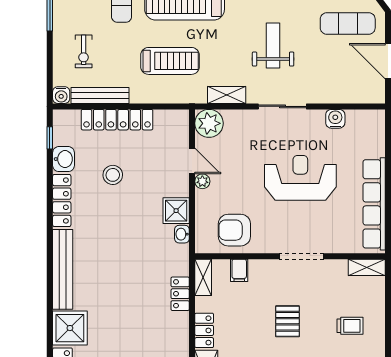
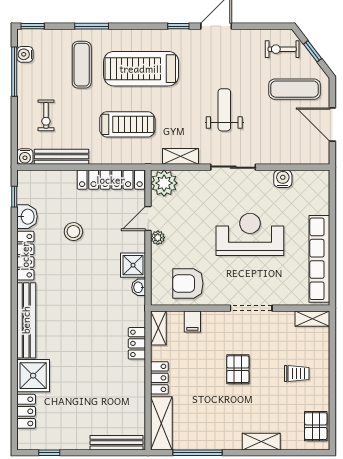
locker: (117, 120) -> (111, 180), moved
door: (192, 161) -> (148, 218), swing flipped

